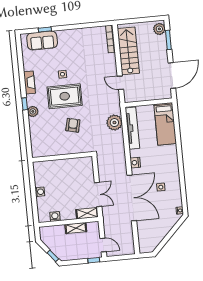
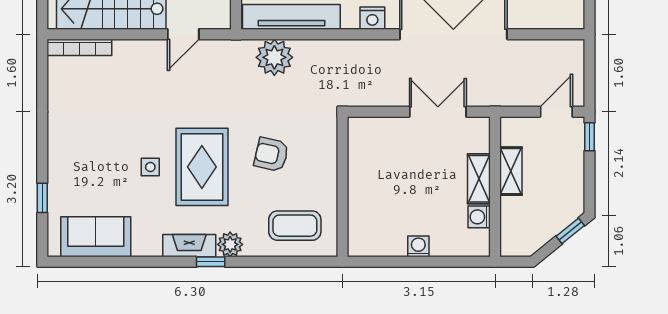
sofa: (42, 40) -> (96, 237), moved, turned -90
fireplace: (29, 83) -> (189, 246), moved
coffee table: (44, 138) -> (295, 226), added
shelving: (87, 213) -> (479, 179), moved

